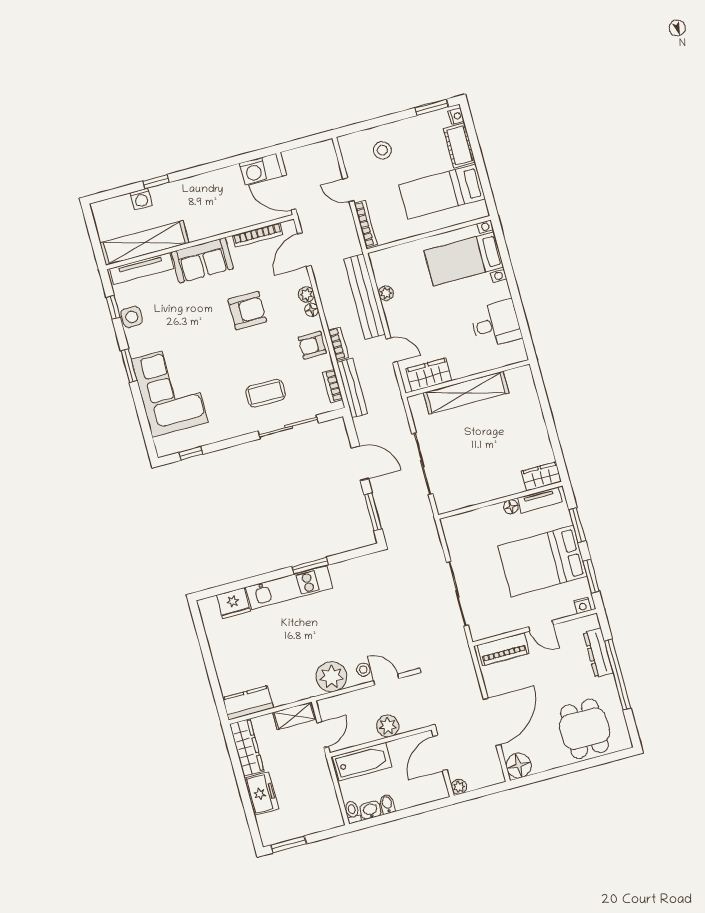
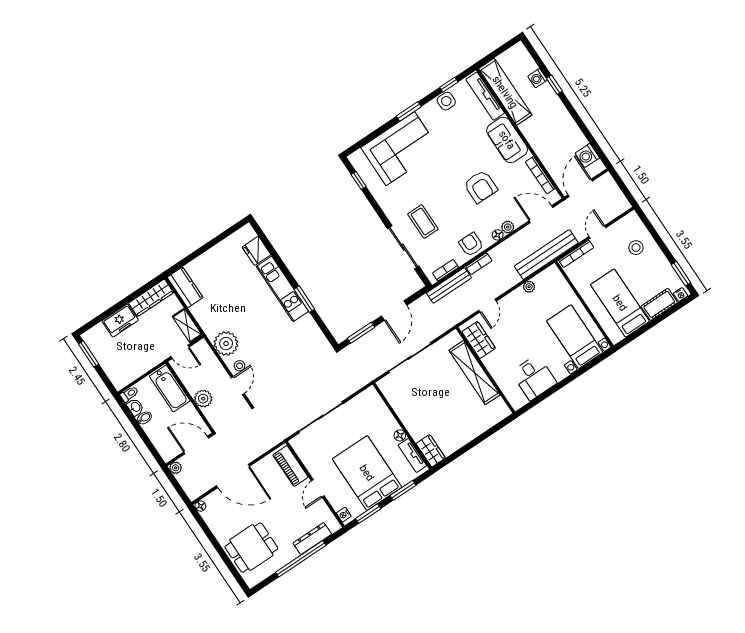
bench: (364, 297) -> (546, 255), moved
floor lamp: (519, 765) -> (200, 506), width x0.53, depth x0.53

